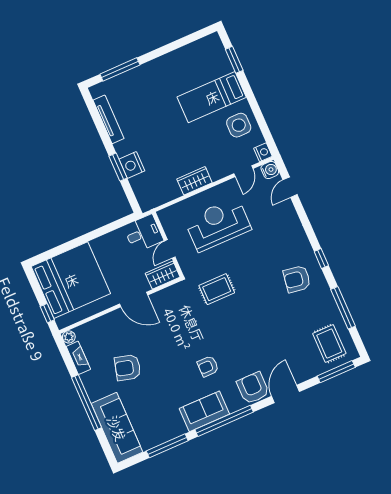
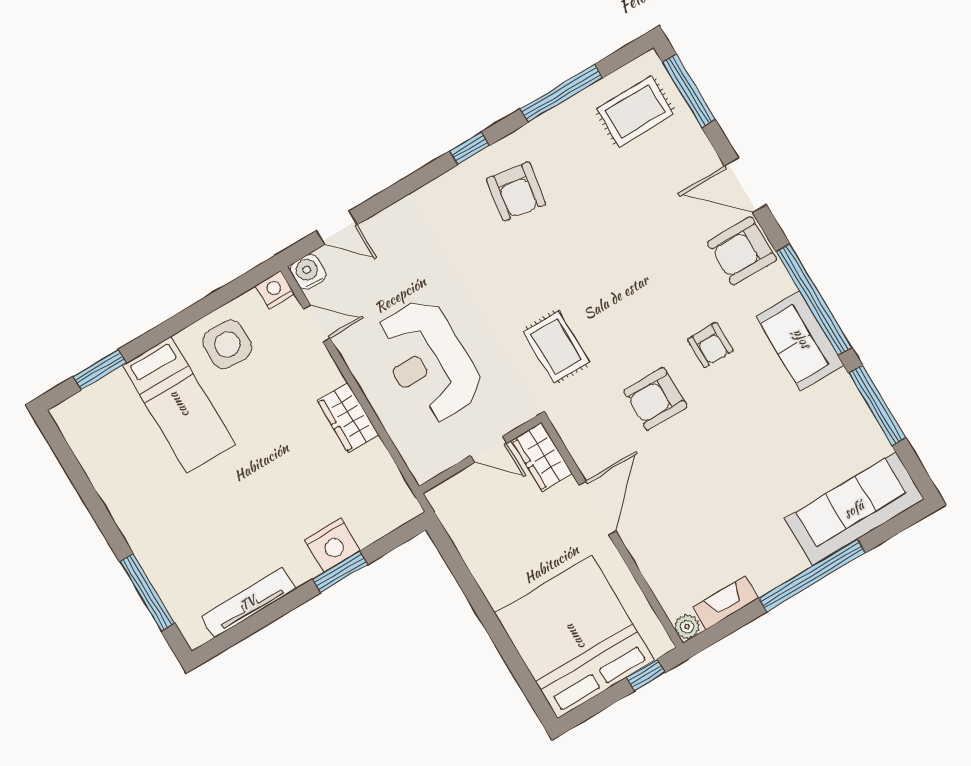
desk: (143, 233) -> (464, 505), removed
armchair: (128, 368) -> (655, 399), moved, turned 75

